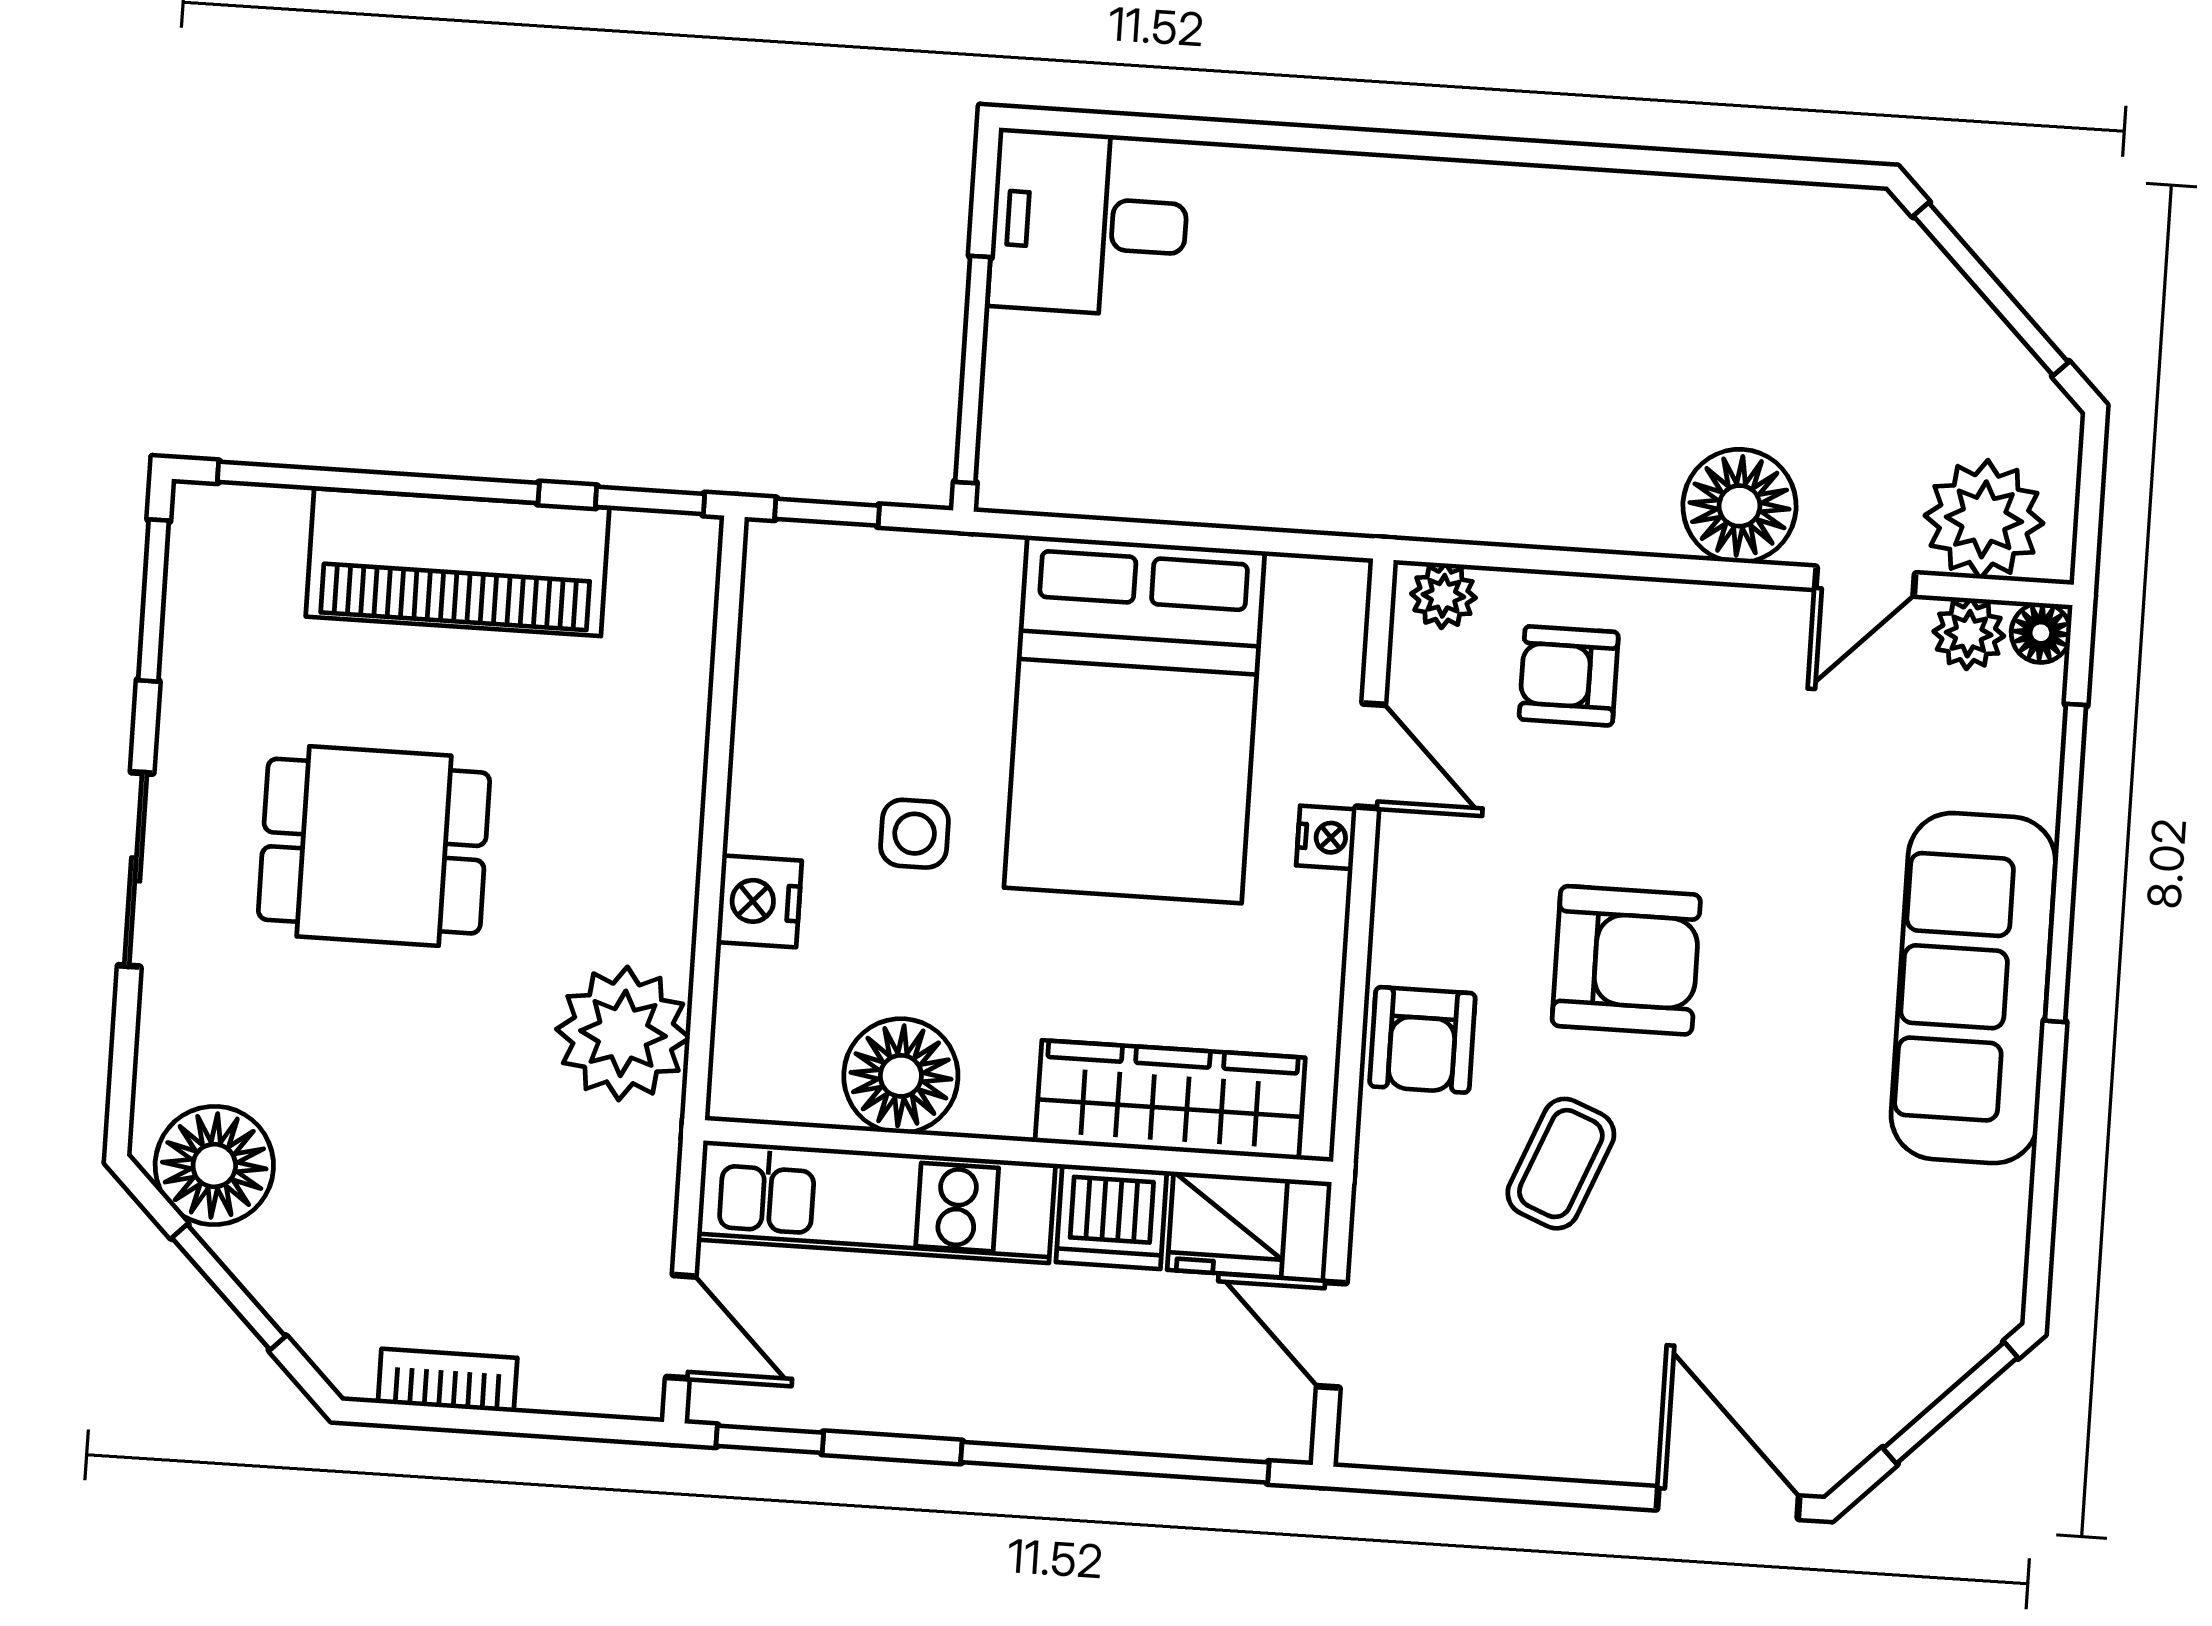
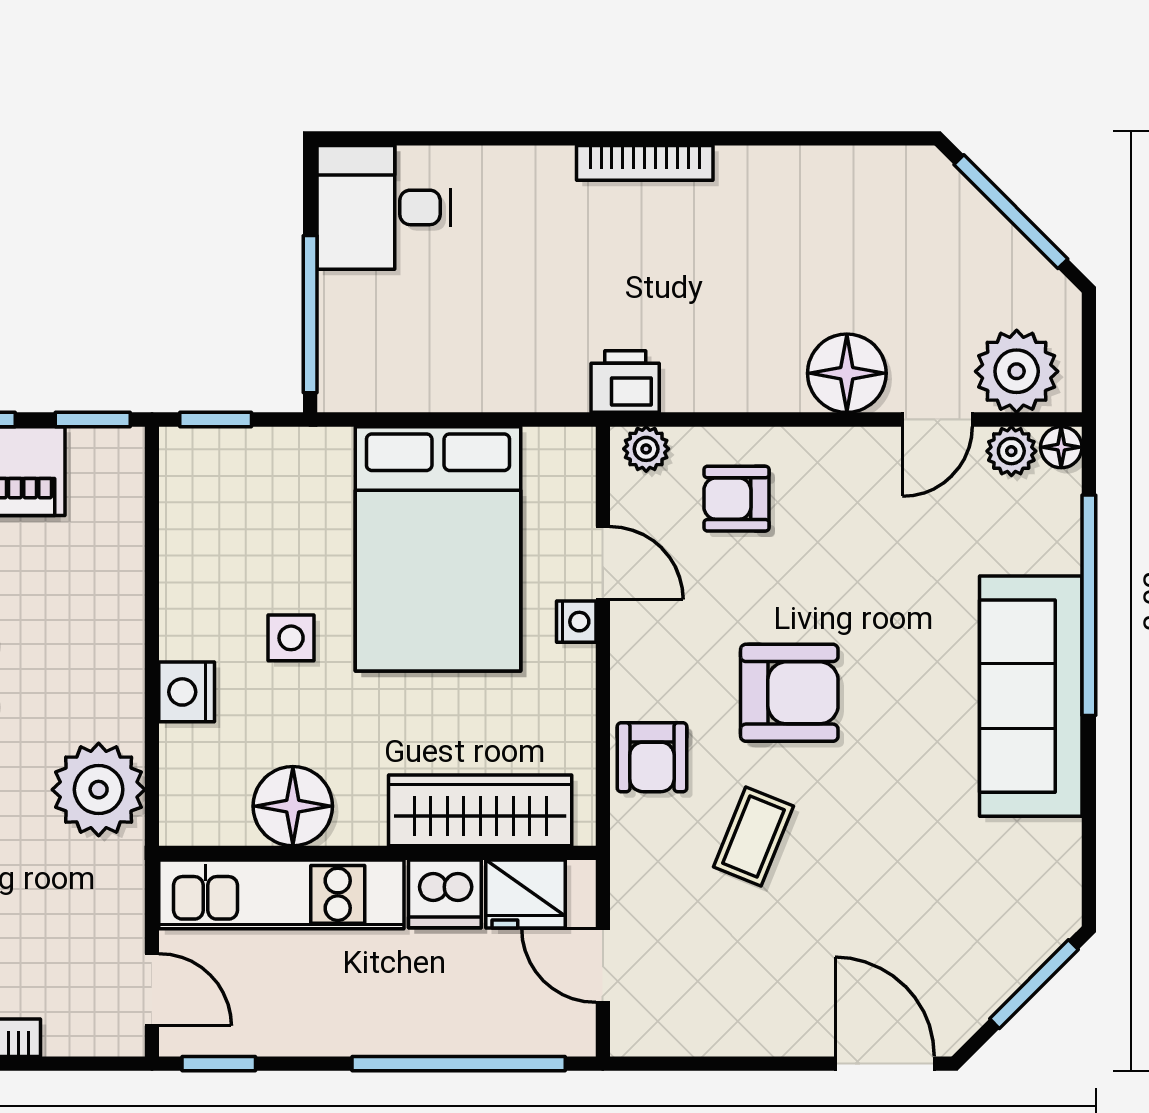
bookcase: (1469, 184) -> (645, 163), added
printer: (1420, 497) -> (625, 382), added

